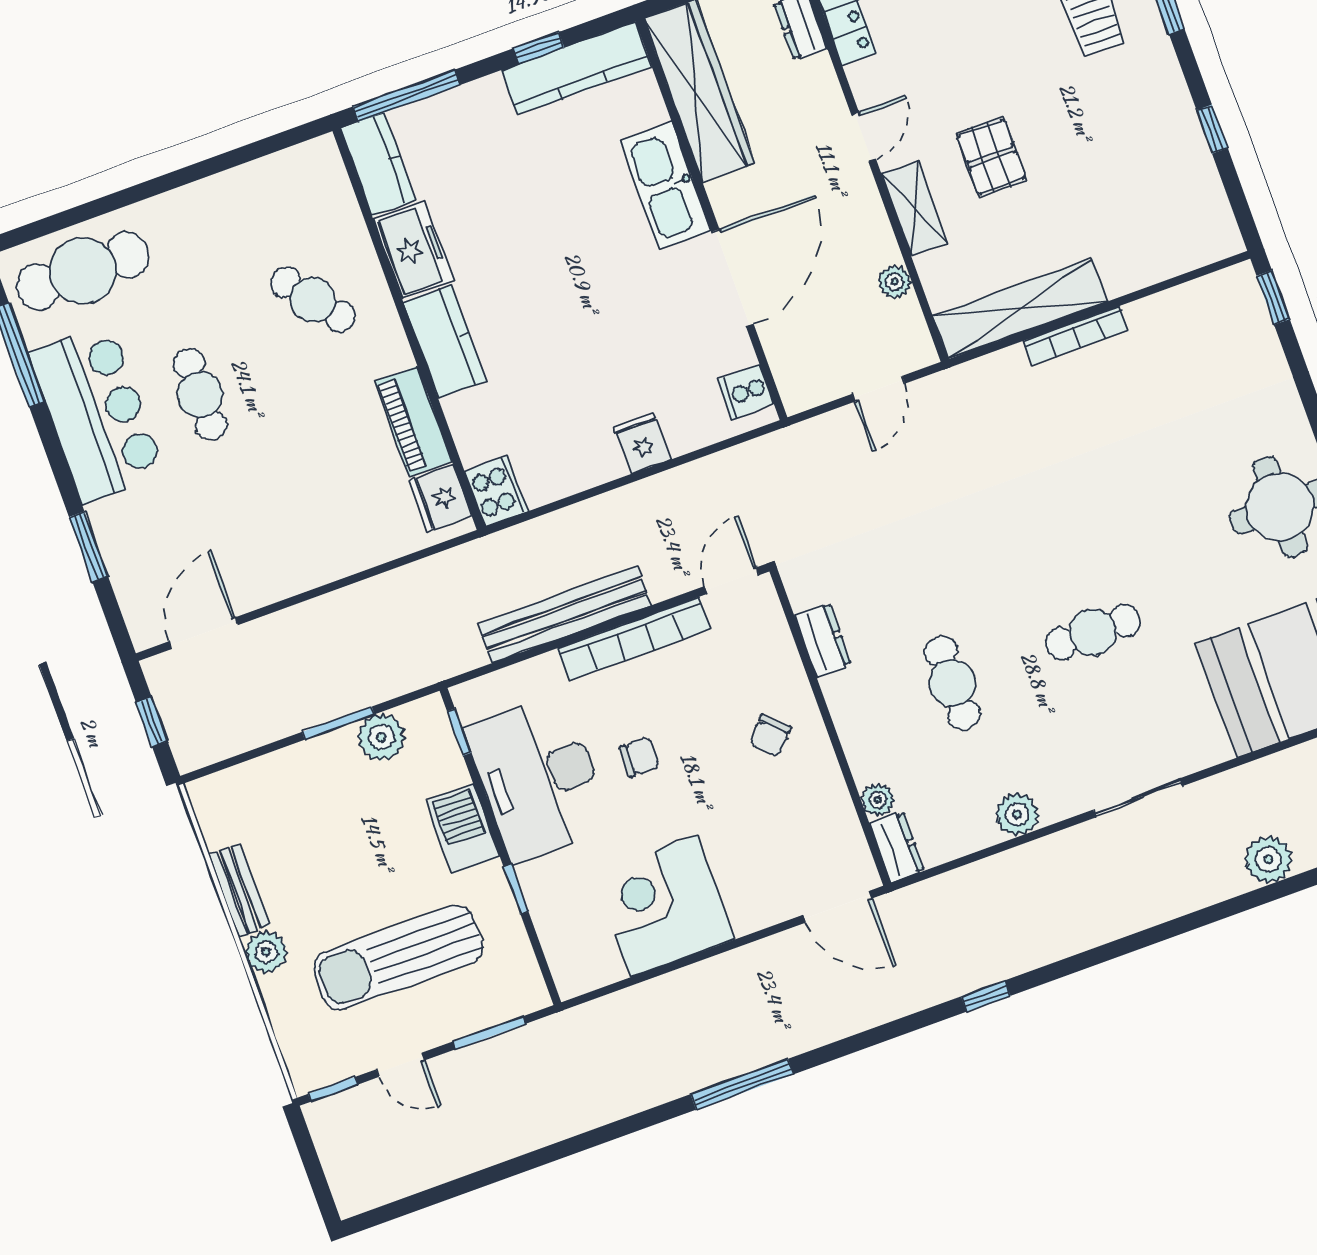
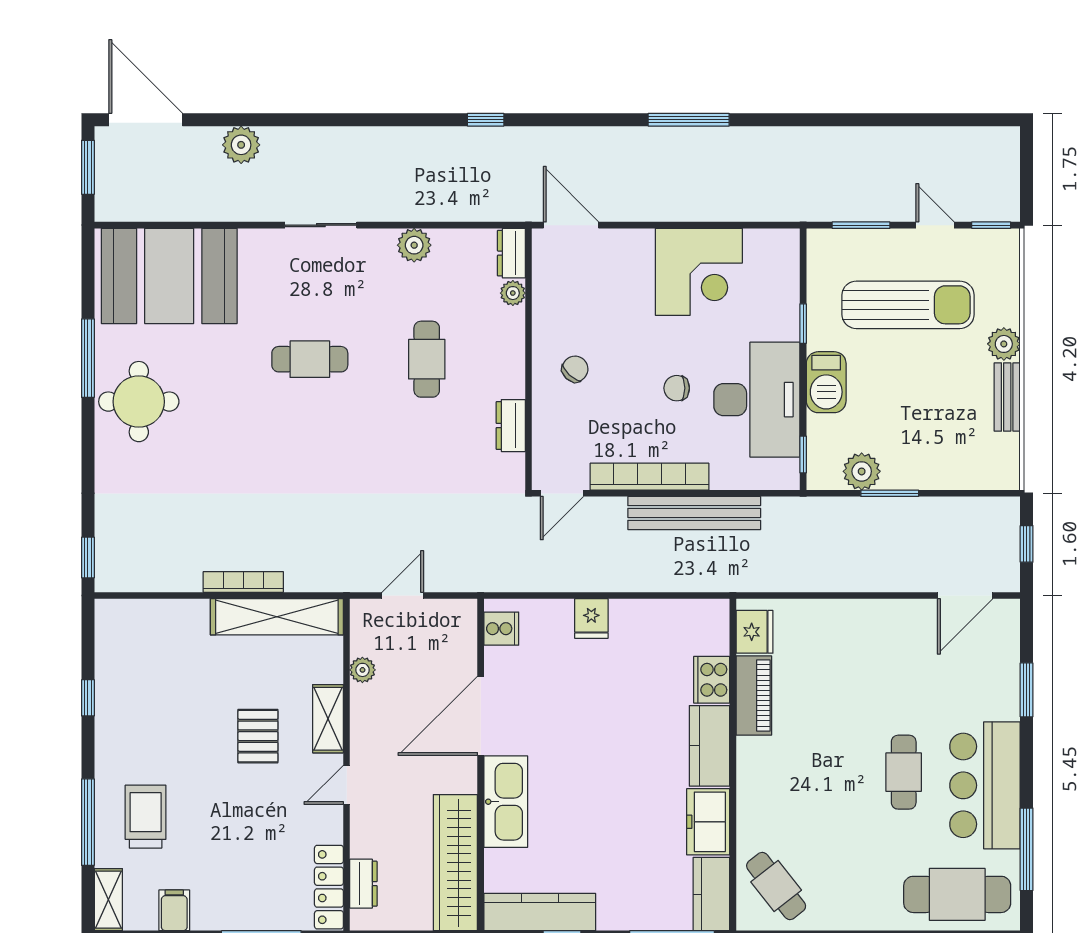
cafe table: (313, 300) -> (776, 886), moved
cooker: (496, 491) -> (712, 680), moved

